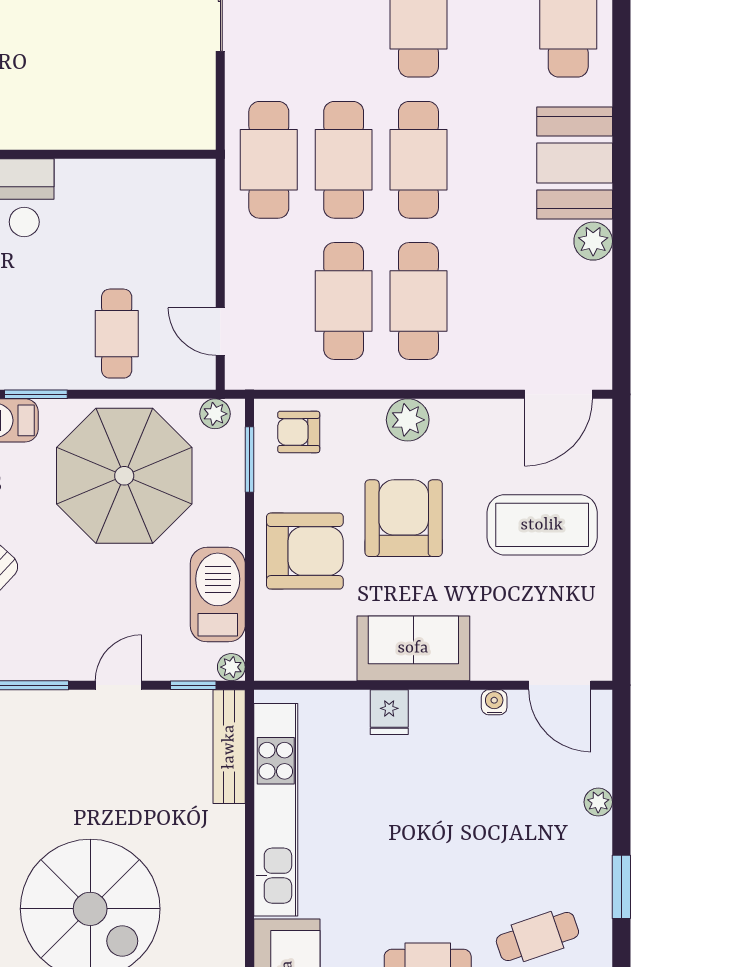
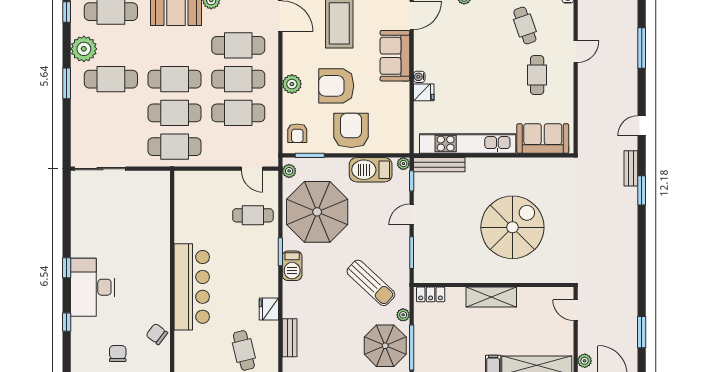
cafe table: (493, 301) -> (238, 45), added
door: (220, 332) -> (252, 169), hinge flipped
sofa: (413, 648) -> (395, 56), moved
door: (118, 685) -> (412, 214), hinge flipped
water cooler: (494, 702) -> (419, 77), moved

